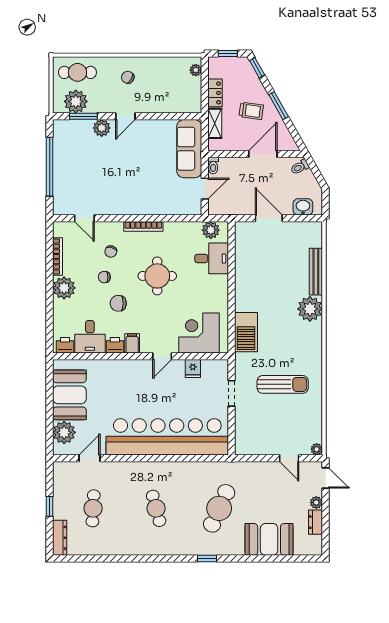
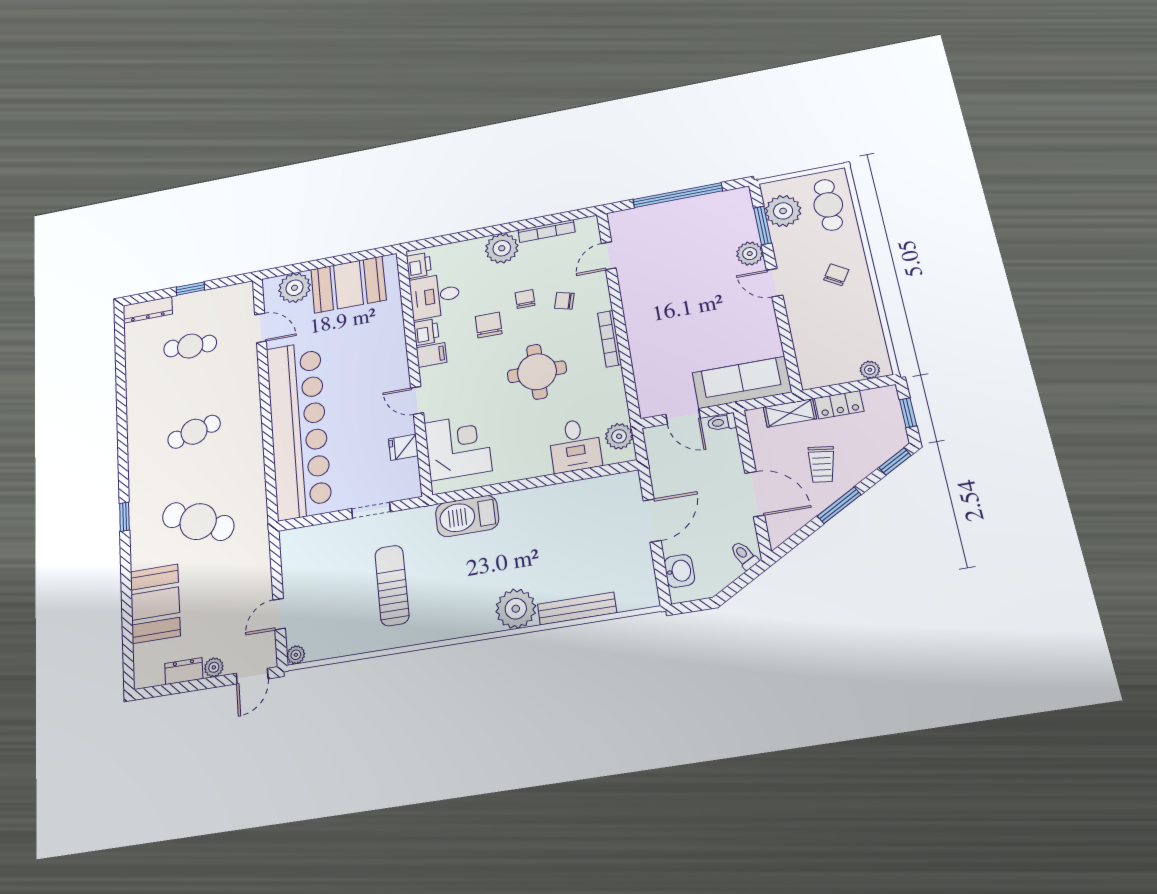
sun lounger: (283, 384) -> (392, 585), turned 180

